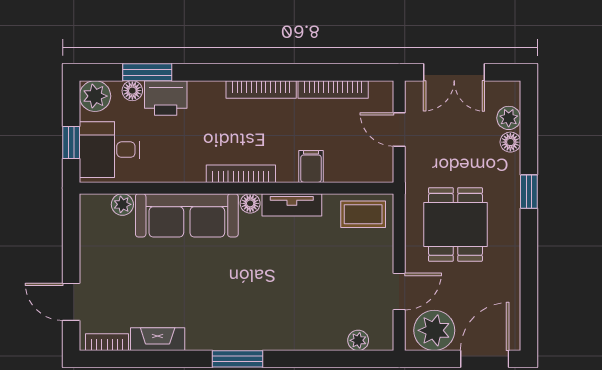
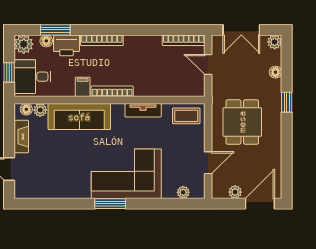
bookcase: (261, 89) -> (102, 40), moved
bookcase: (333, 89) -> (184, 40), moved
plant: (509, 118) -> (275, 42), moved
filing cabinet: (311, 166) -> (83, 87), moved
floor lamp: (250, 203) -> (26, 109), moved
corner sofa: (264, 310) -> (126, 174), added
plant: (434, 330) -> (235, 192), width x0.53, depth x0.53
fireplace: (158, 339) -> (21, 137), moved, turned 90
bookcase: (107, 342) -> (31, 193), removed

